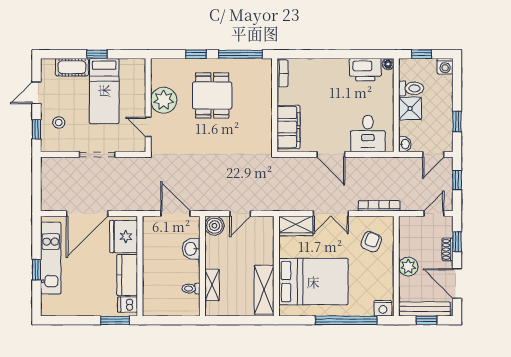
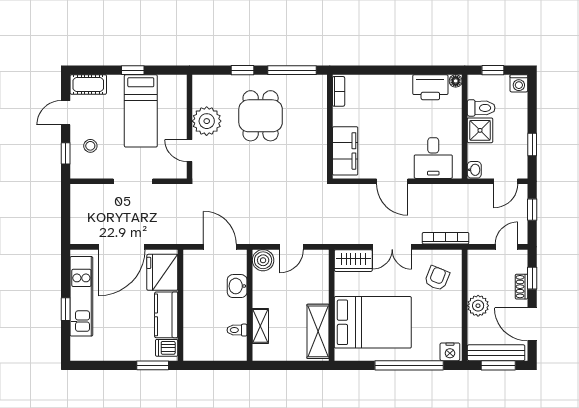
cot: (72, 67) -> (88, 84), moved
window: (426, 320) -> (498, 365), width x1.50

